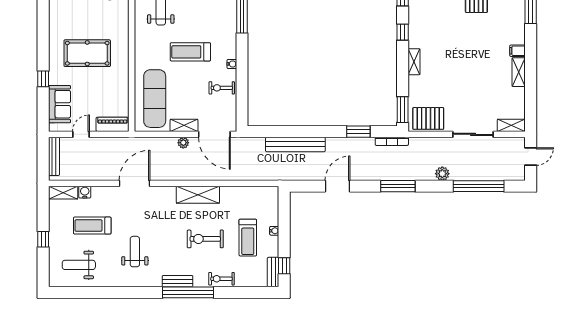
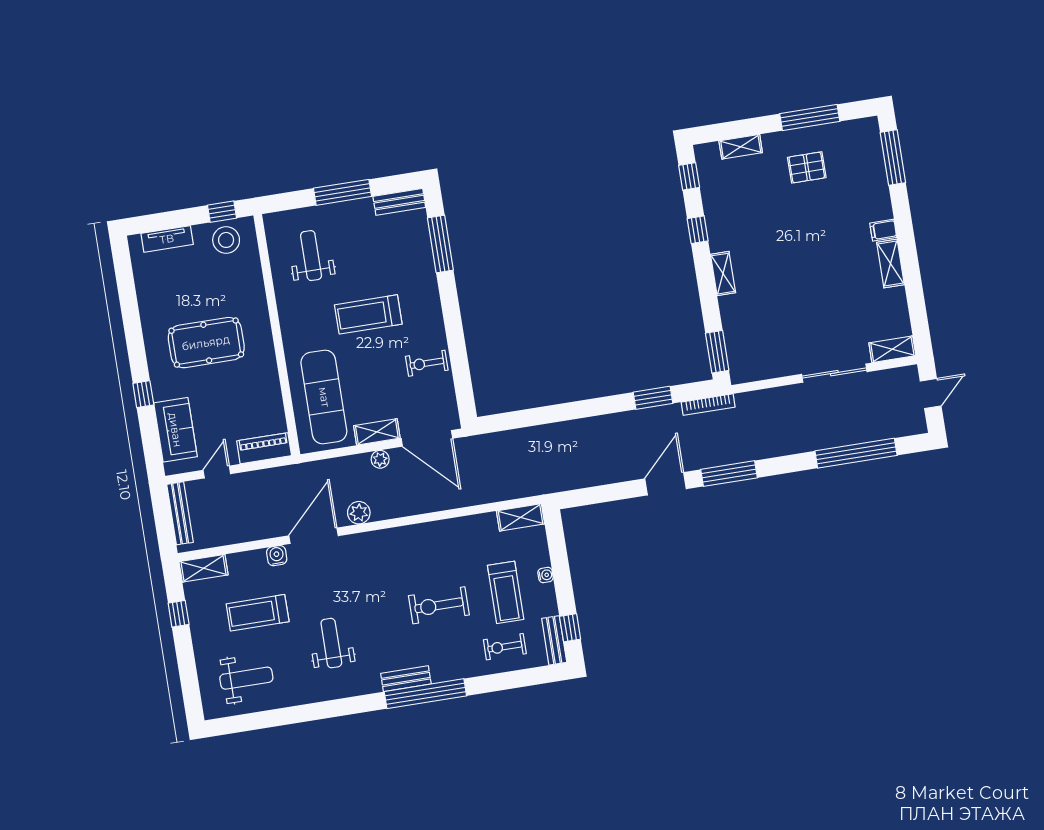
water cooler: (232, 64) -> (437, 323), removed
pallet: (428, 118) -> (760, 359), removed
bench: (295, 144) -> (557, 434), removed
plant: (442, 174) -> (359, 513), moved
door: (338, 186) -> (665, 484), moved
water cooler: (85, 192) -> (277, 556), moved
shelving: (198, 195) -> (520, 517), moved, width x0.67, depth x0.75
window: (43, 239) -> (179, 614), moved
weight bench: (79, 265) -> (246, 678), turned 180
exercise bike: (221, 279) -> (505, 647), moved

